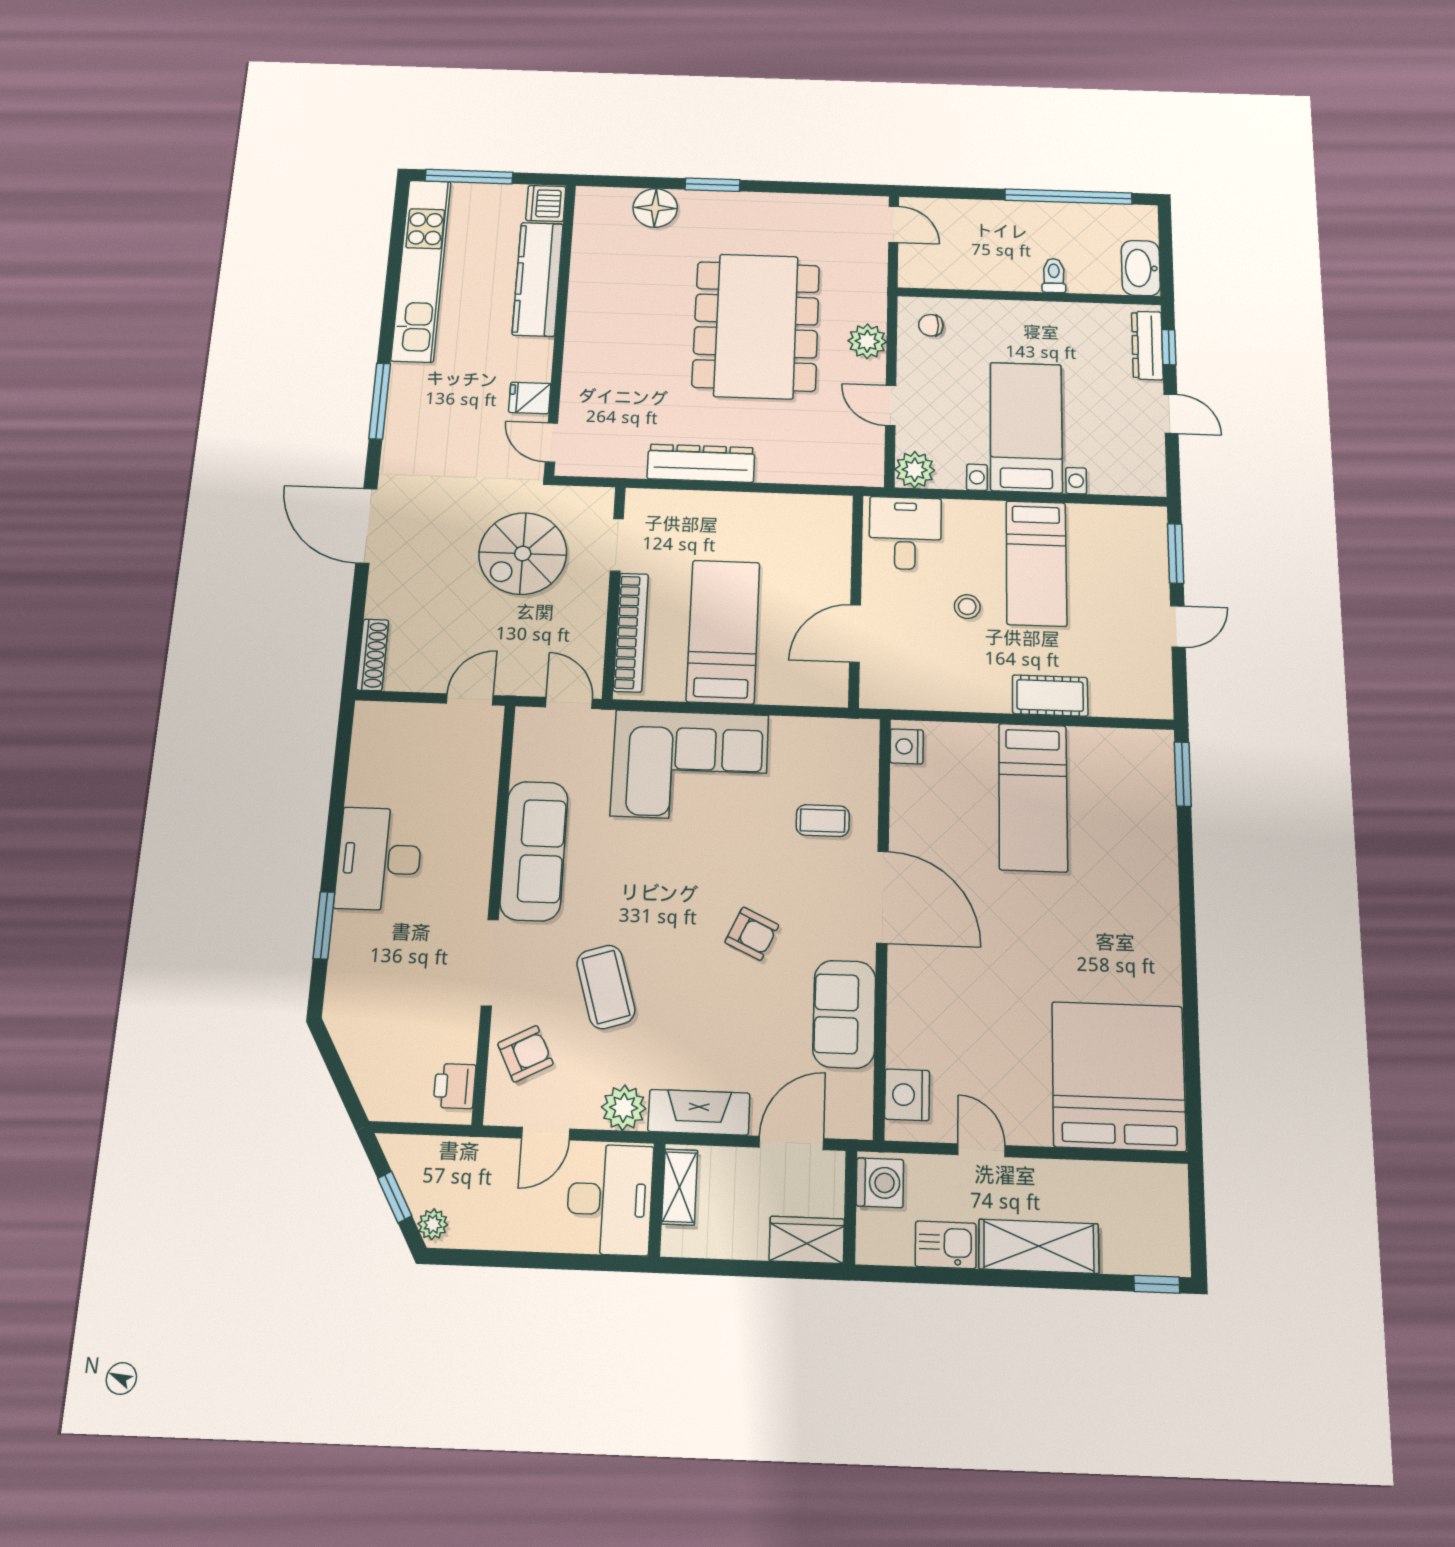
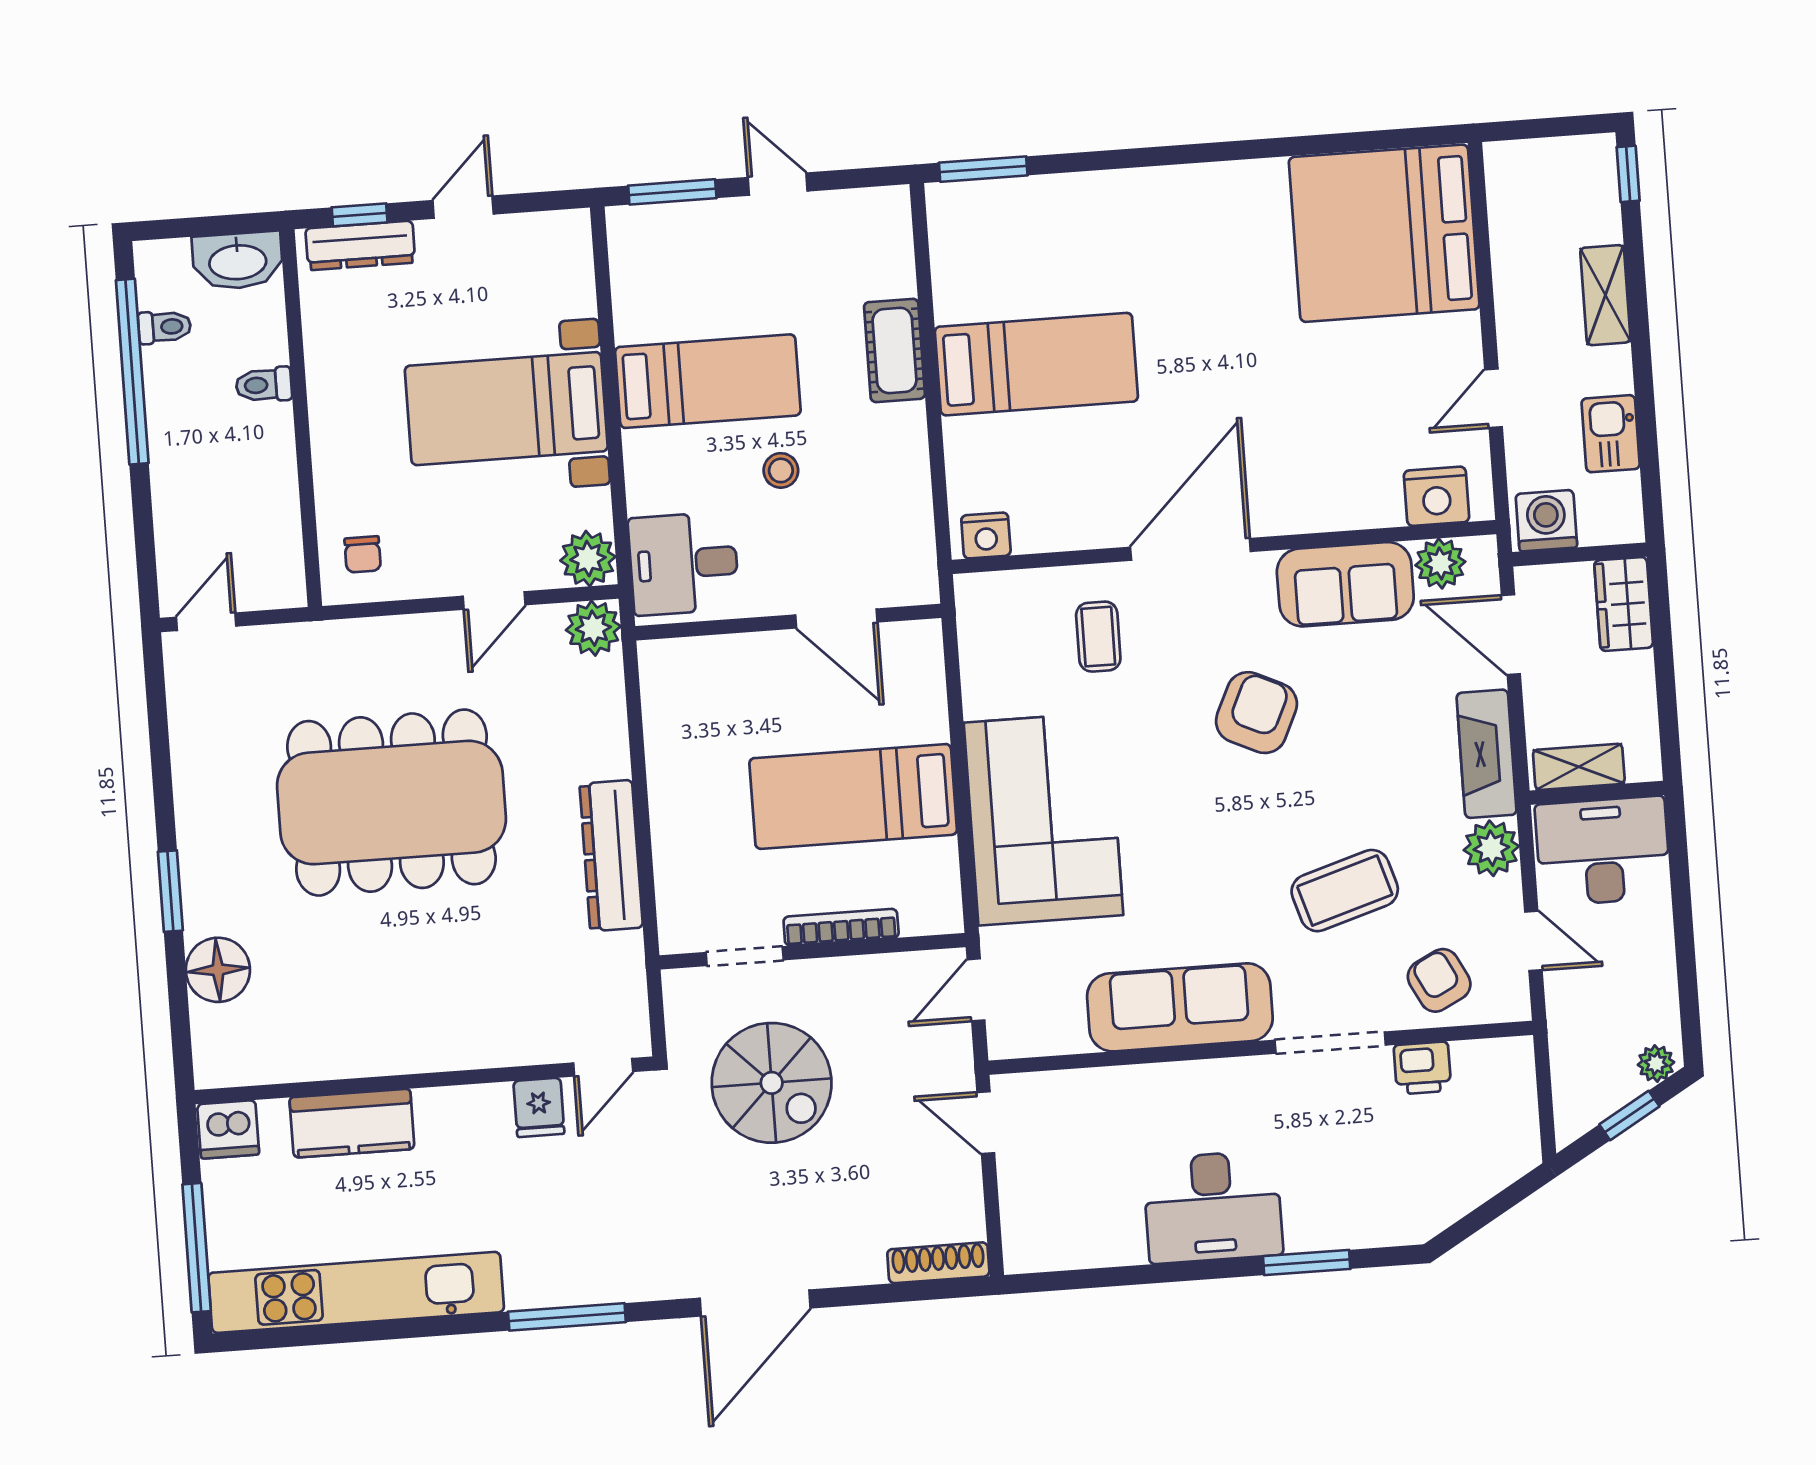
toilet: (1098, 219) -> (165, 327), added
kitchen counter: (538, 279) -> (352, 1123), width x0.67
plant: (867, 341) -> (593, 628), moved
bookcase: (631, 632) -> (841, 927), width x0.68, depth x0.76
armchair: (752, 934) -> (1256, 713), width x1.38, depth x1.38
printer: (455, 1086) -> (1422, 1068), moved
plant: (854, 1092) -> (1440, 563), added
shelving: (1039, 1246) -> (1605, 295), width x0.67, depth x0.75

